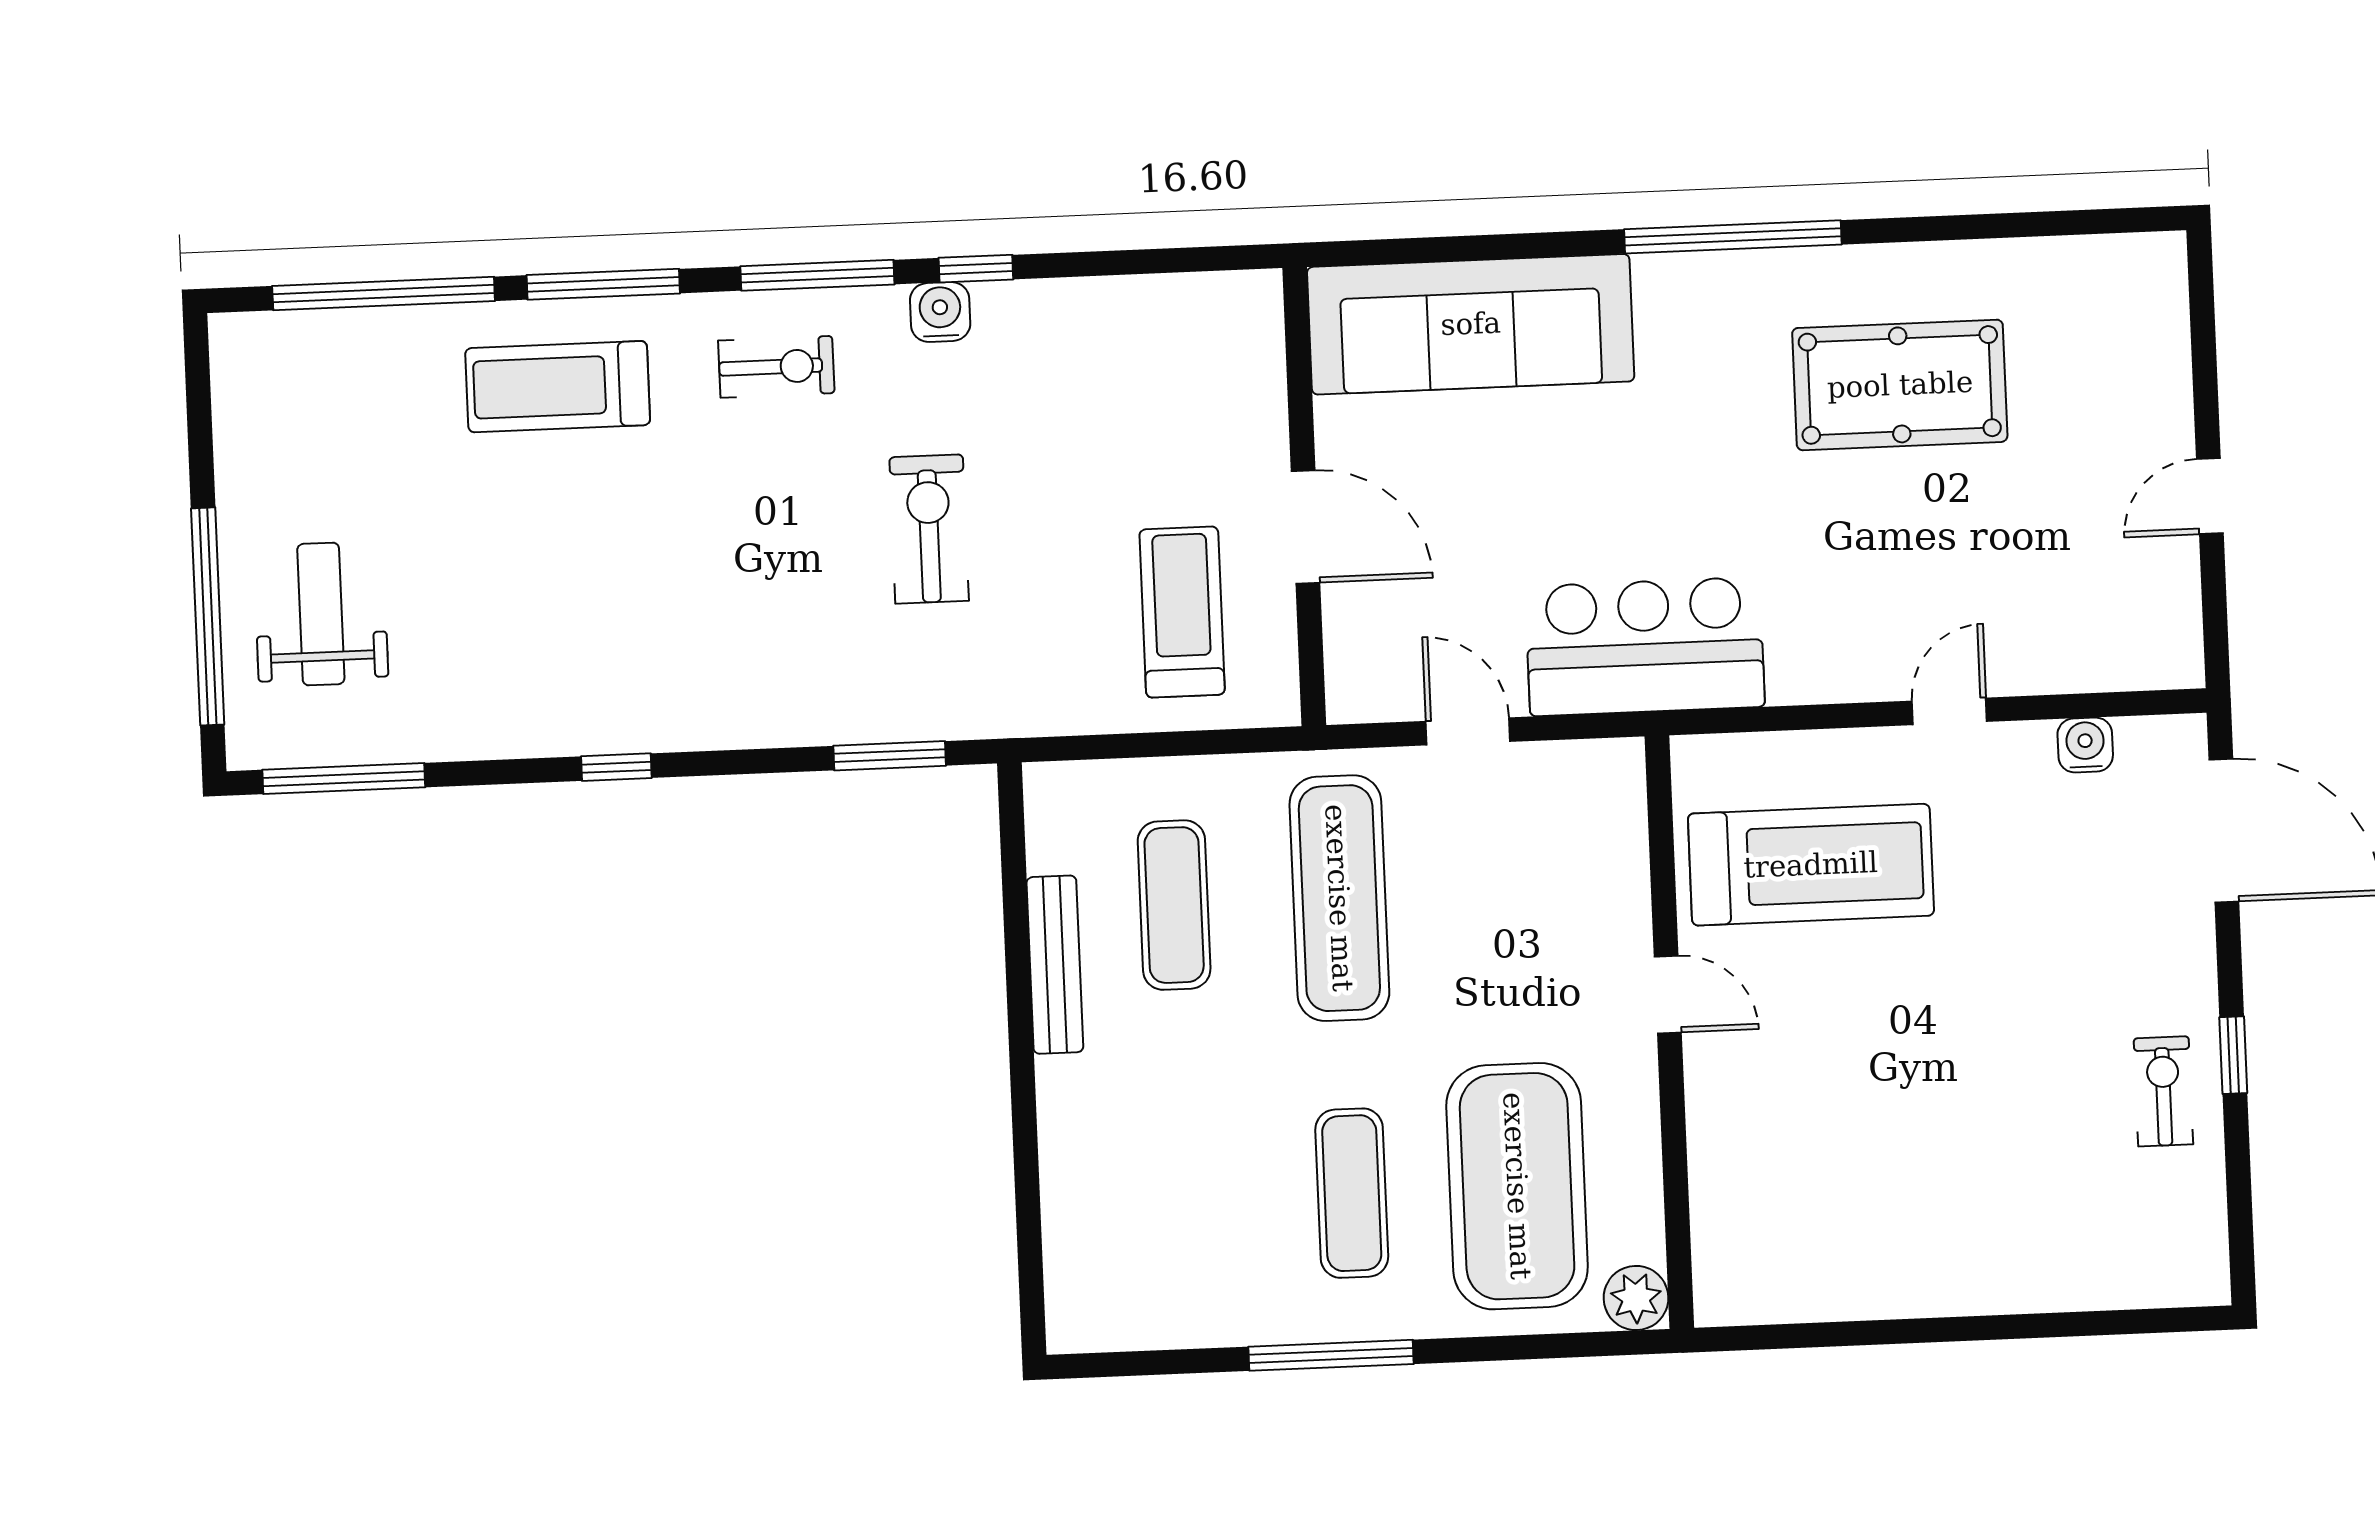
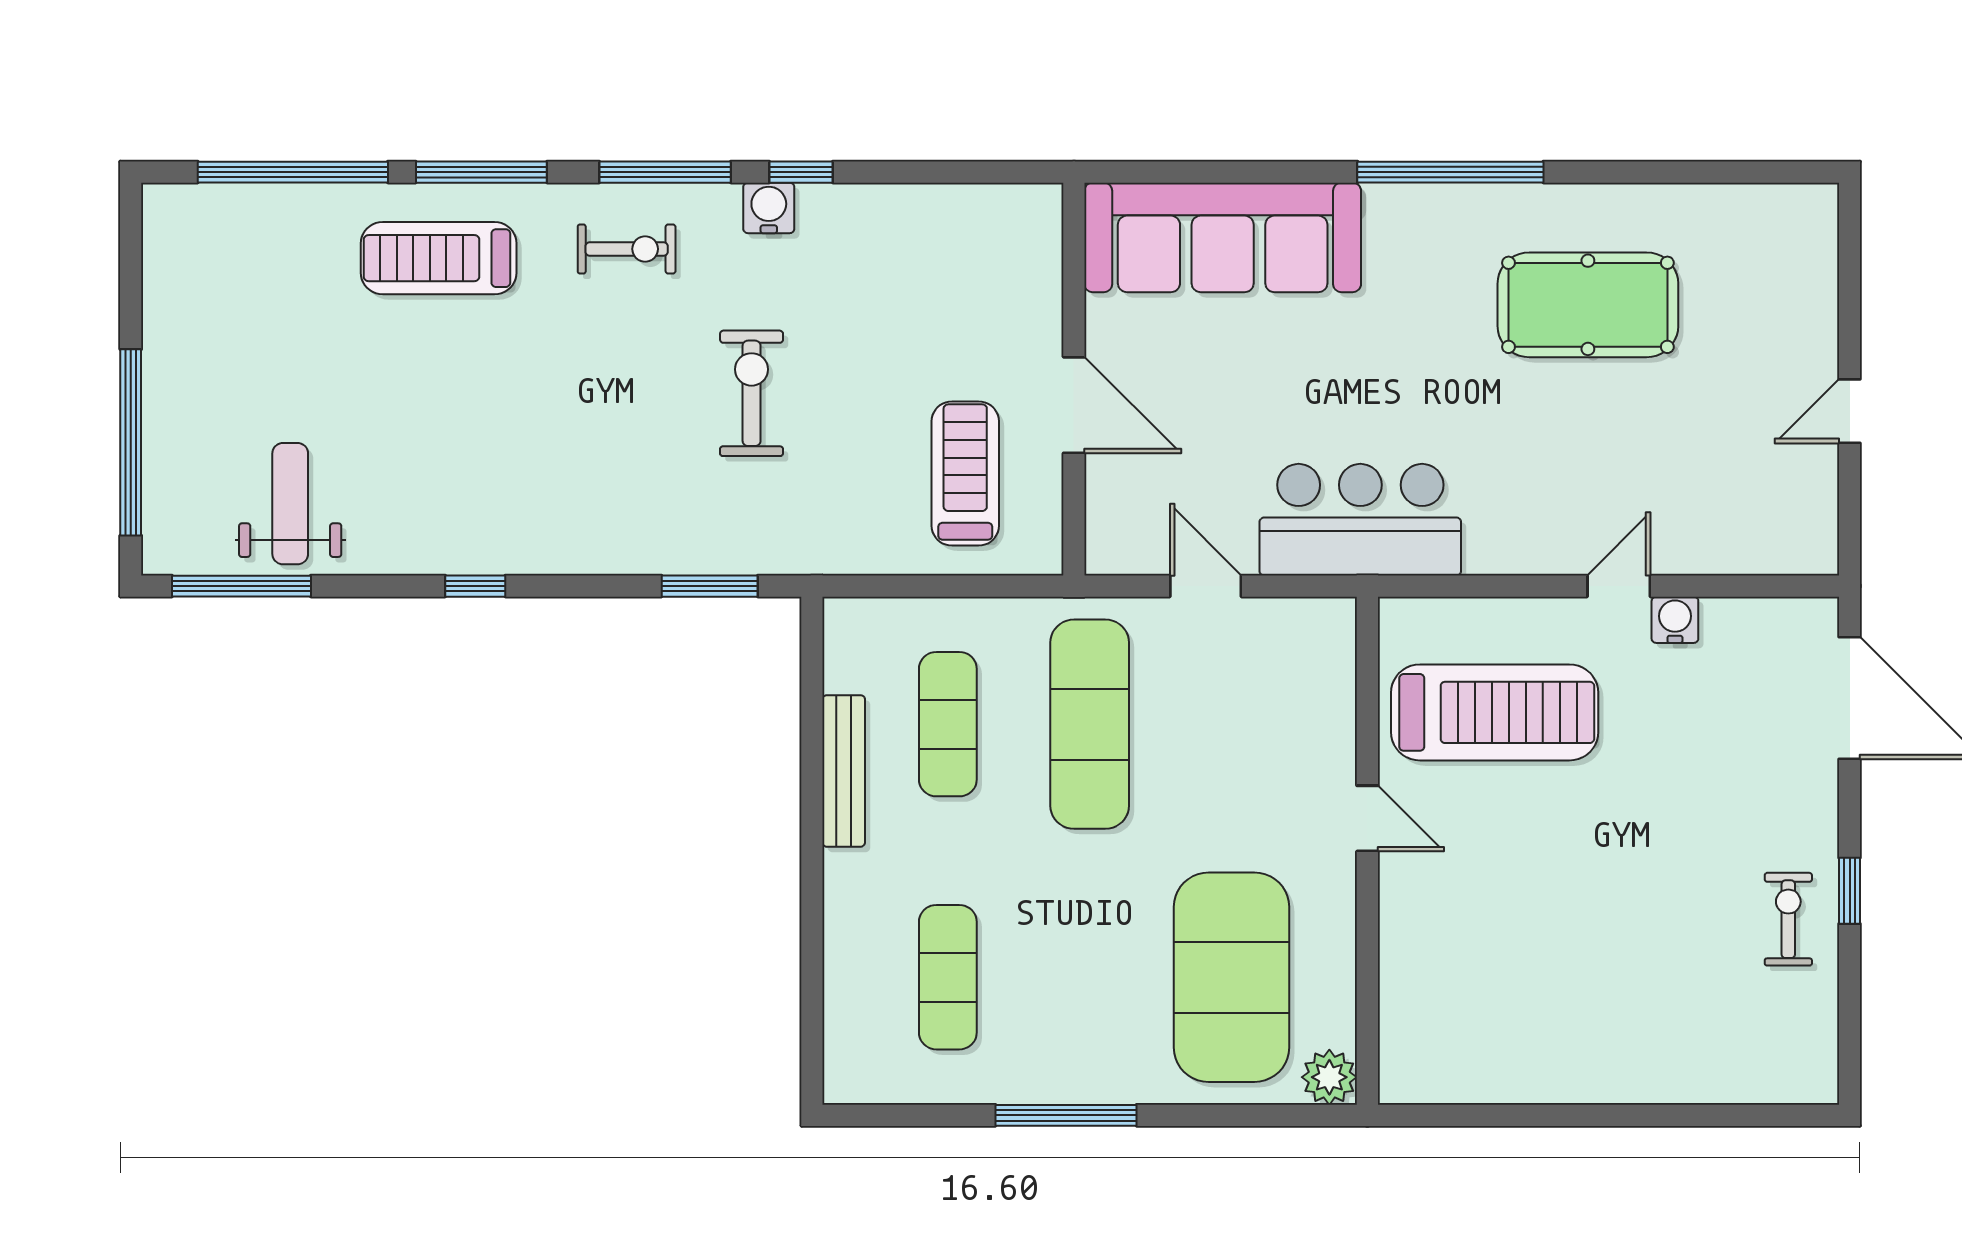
weight bench: (321, 614) -> (290, 504), moved
water cooler: (2085, 745) -> (1675, 620), moved
exercise mat: (1352, 1193) -> (948, 977), moved

